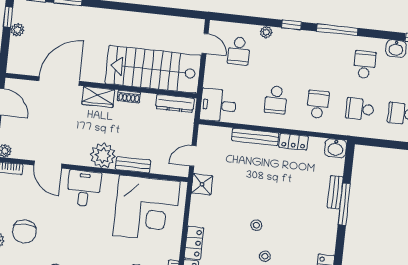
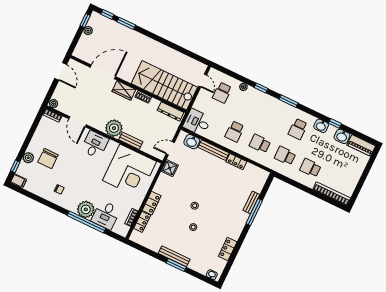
window: (337, 30) -> (288, 101), width x0.69
school desk: (365, 65) -> (298, 129), turned 180
school desk: (318, 104) -> (260, 144), turned -90
washbasin: (336, 148) -> (192, 142), moved

